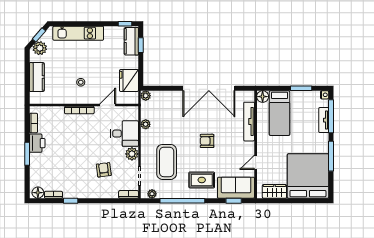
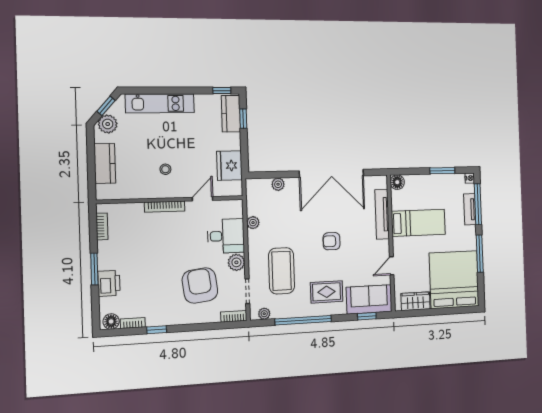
plant: (146, 96) -> (278, 184), moved
bed: (280, 113) -> (418, 223), moved, turned -90
printer: (37, 143) -> (109, 283), moved
armchair: (104, 170) -> (200, 285), width x1.88, depth x1.88

